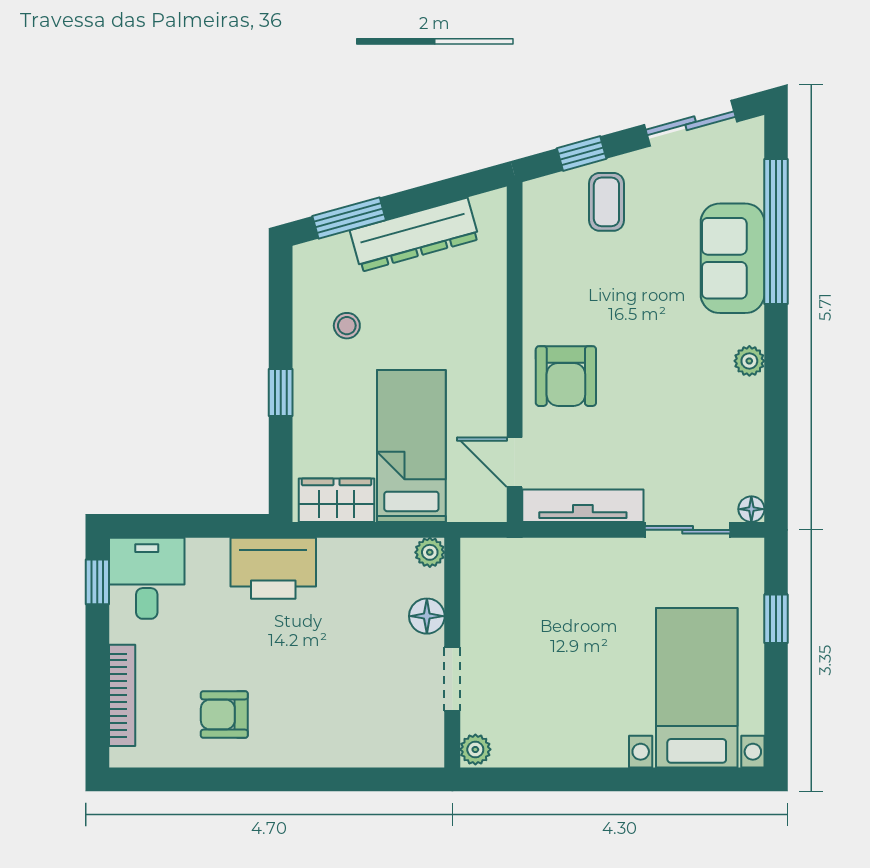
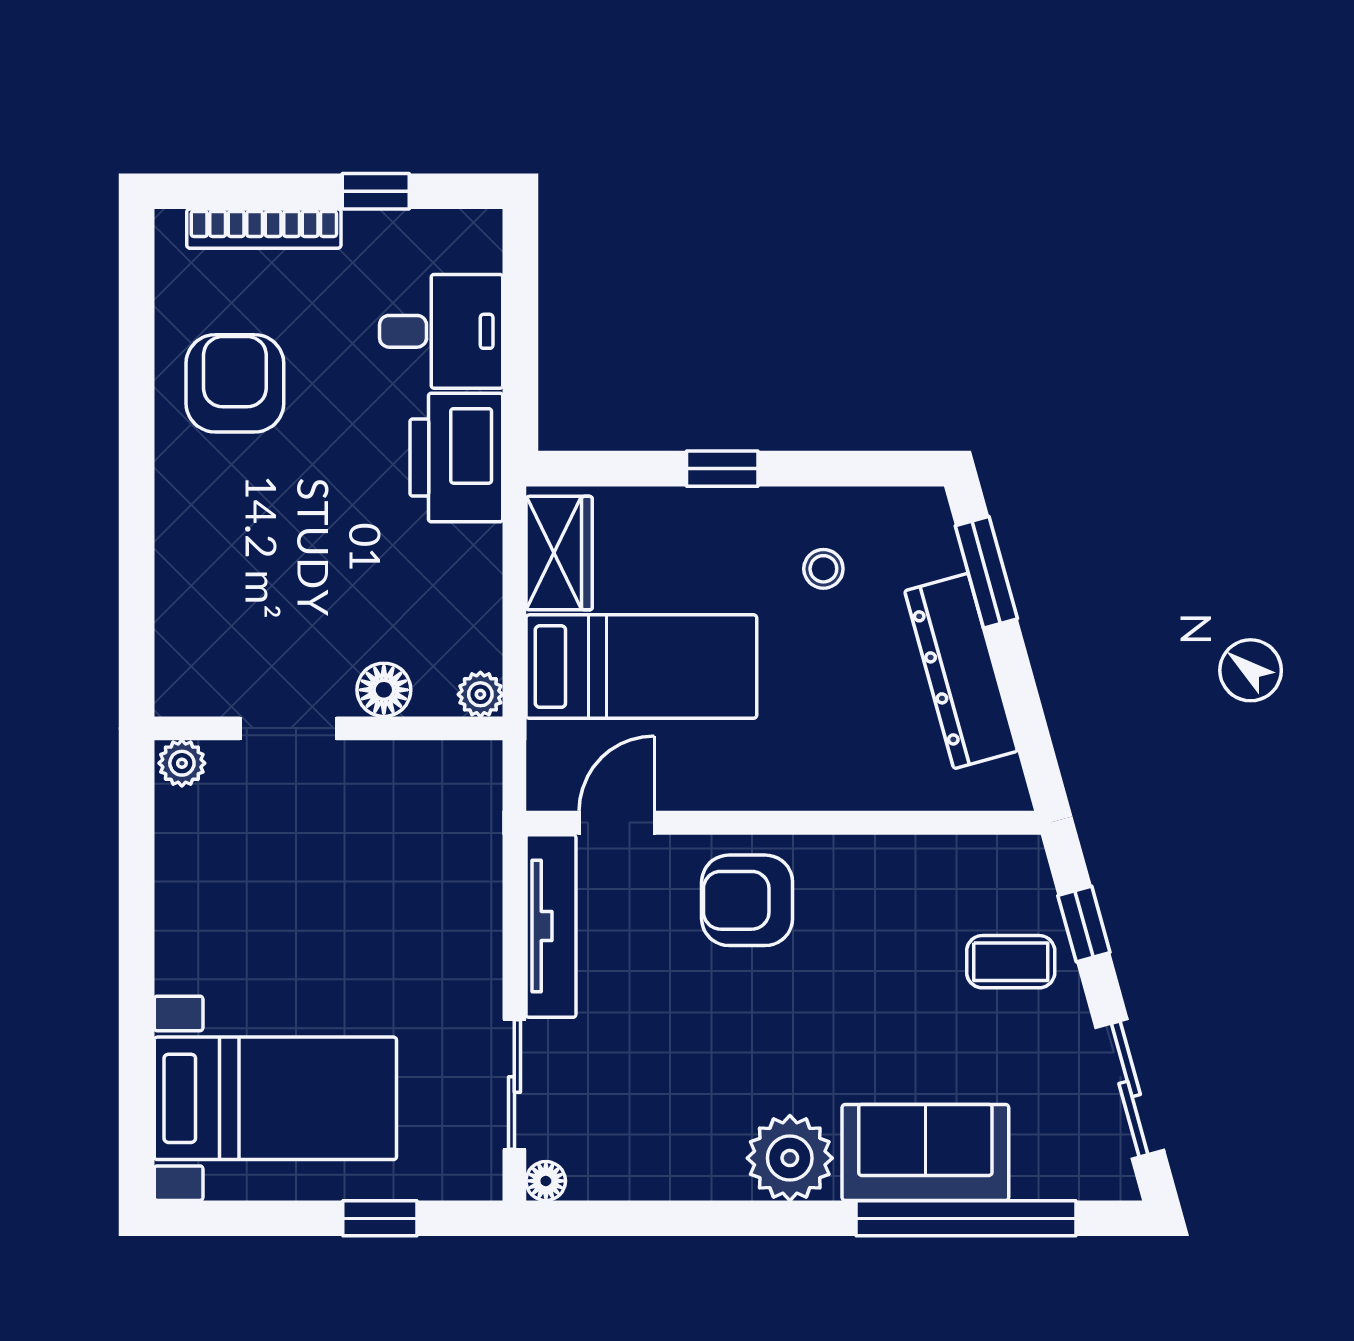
plant: (749, 361) -> (790, 1158), width x1.87, depth x1.87
desk: (147, 578) -> (441, 331), moved
window: (97, 582) -> (376, 191), moved
armchair: (224, 715) -> (235, 383), width x1.38, depth x1.38

